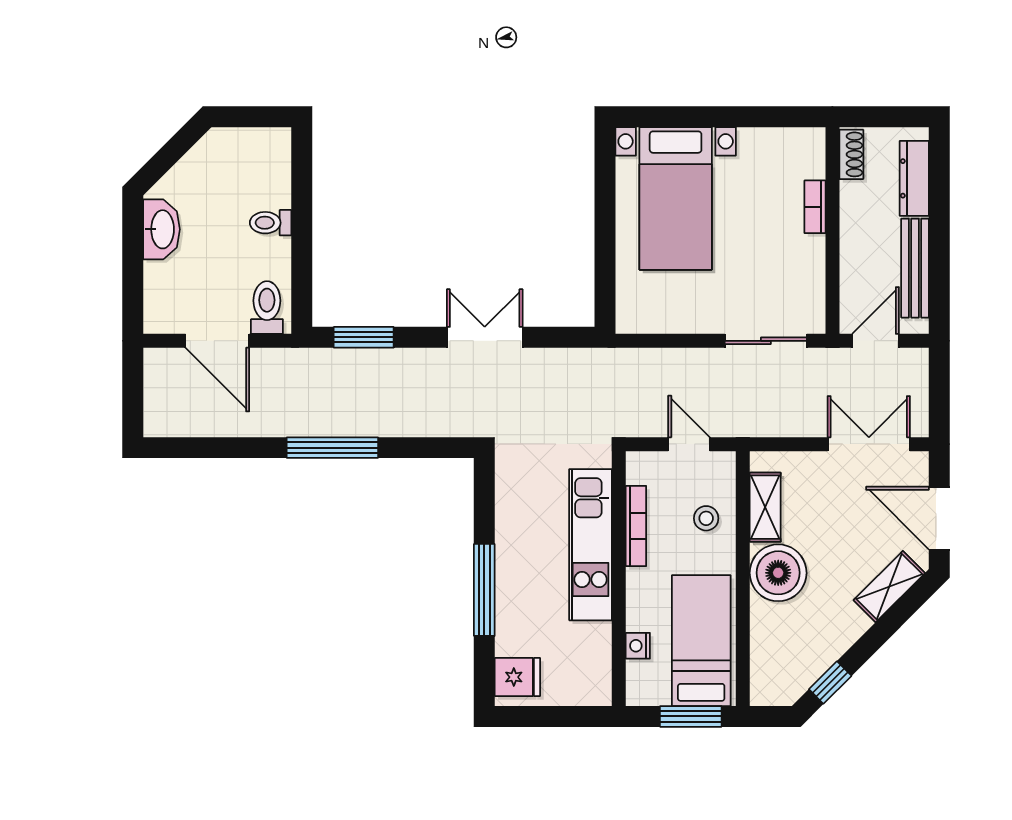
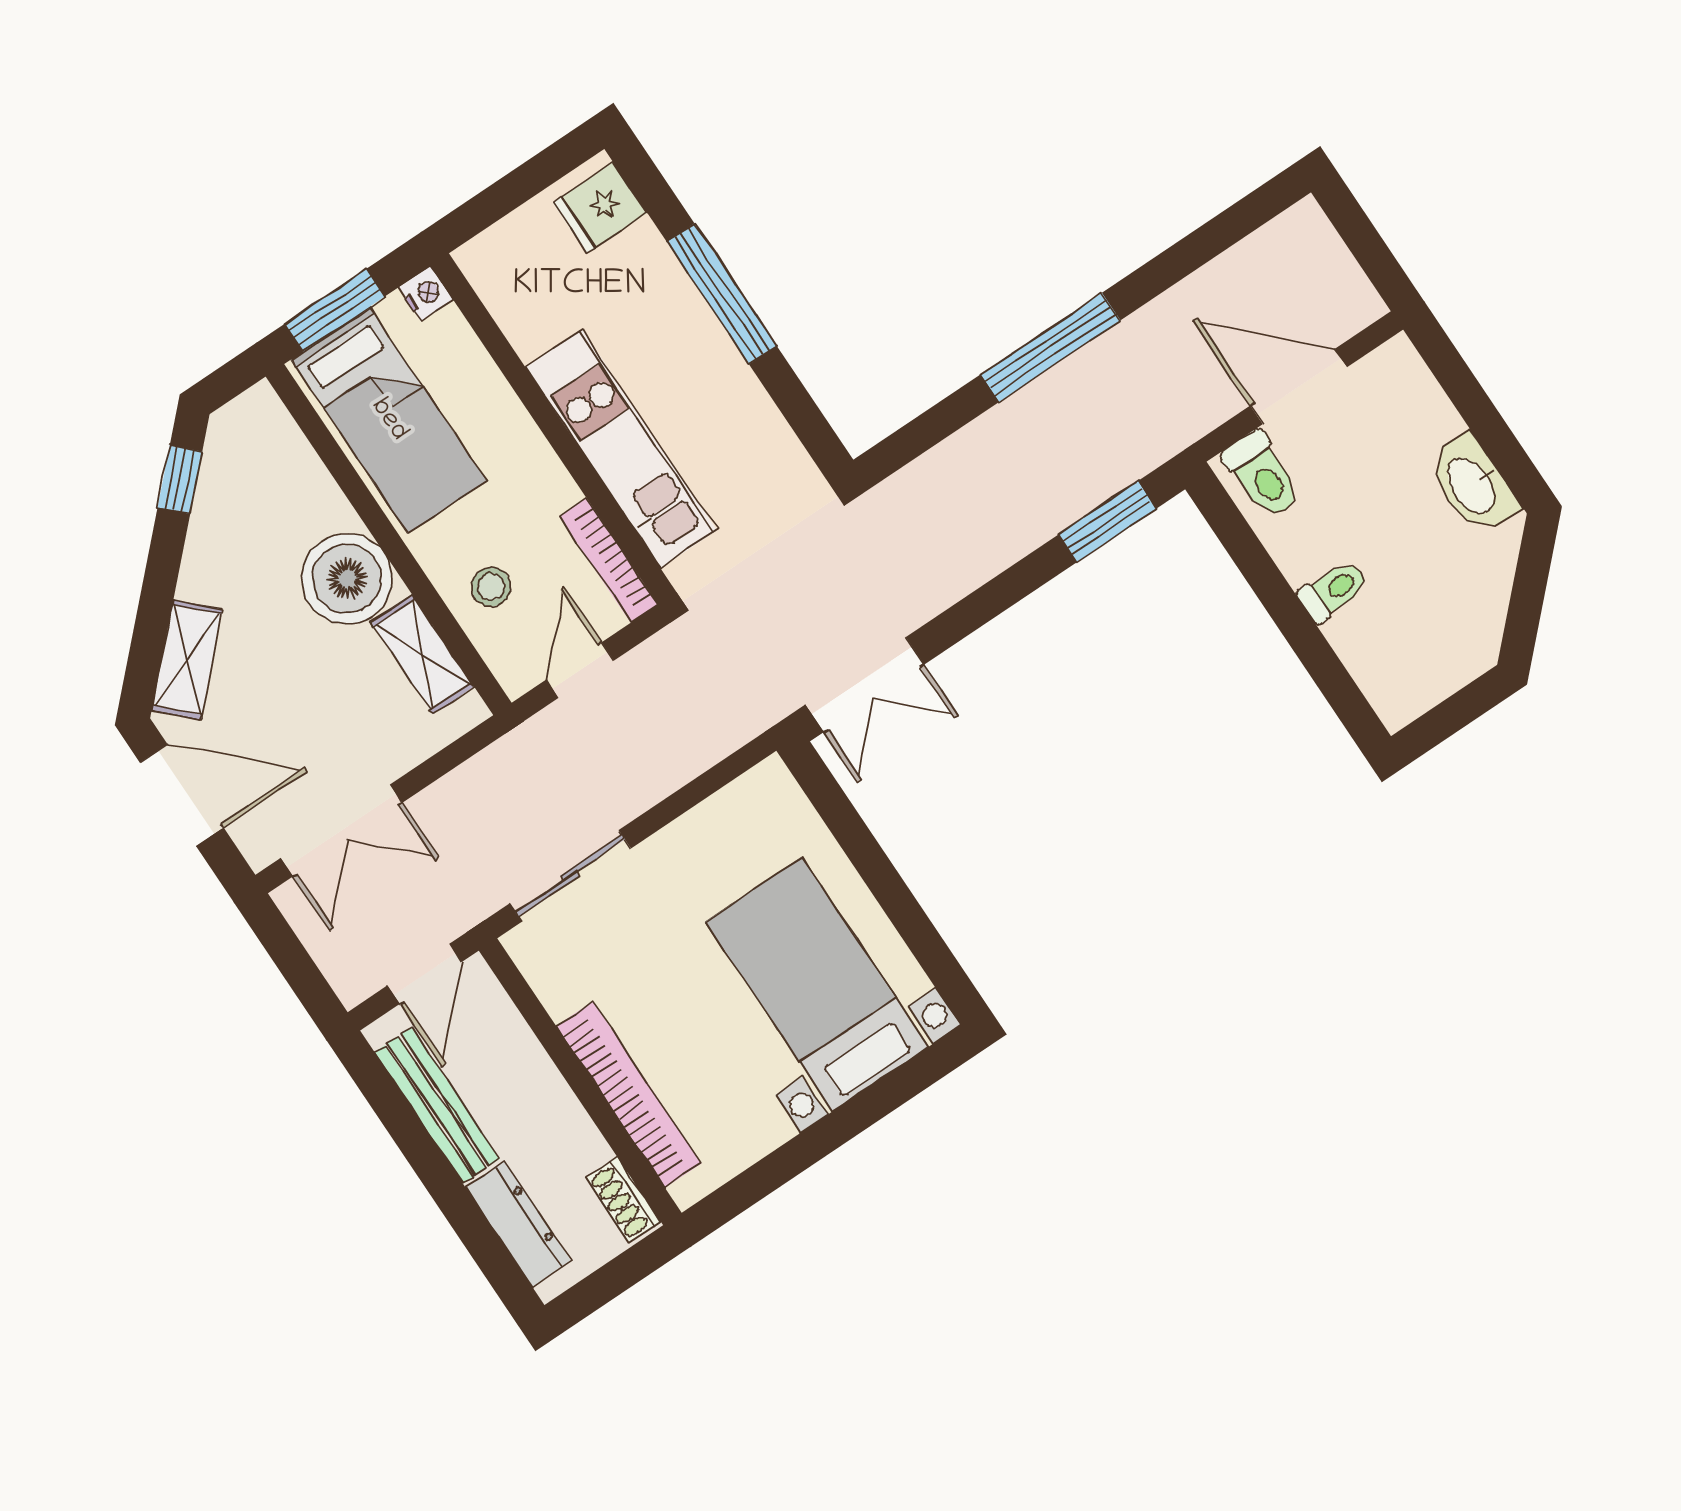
bookcase: (815, 207) -> (629, 1095), width x2.31, depth x1.31
double door: (485, 337) -> (865, 685), moved
door: (689, 444) -> (580, 670), swing flipped
bookcase: (636, 526) -> (609, 560), moved
nightstand: (638, 646) -> (426, 294), moved

